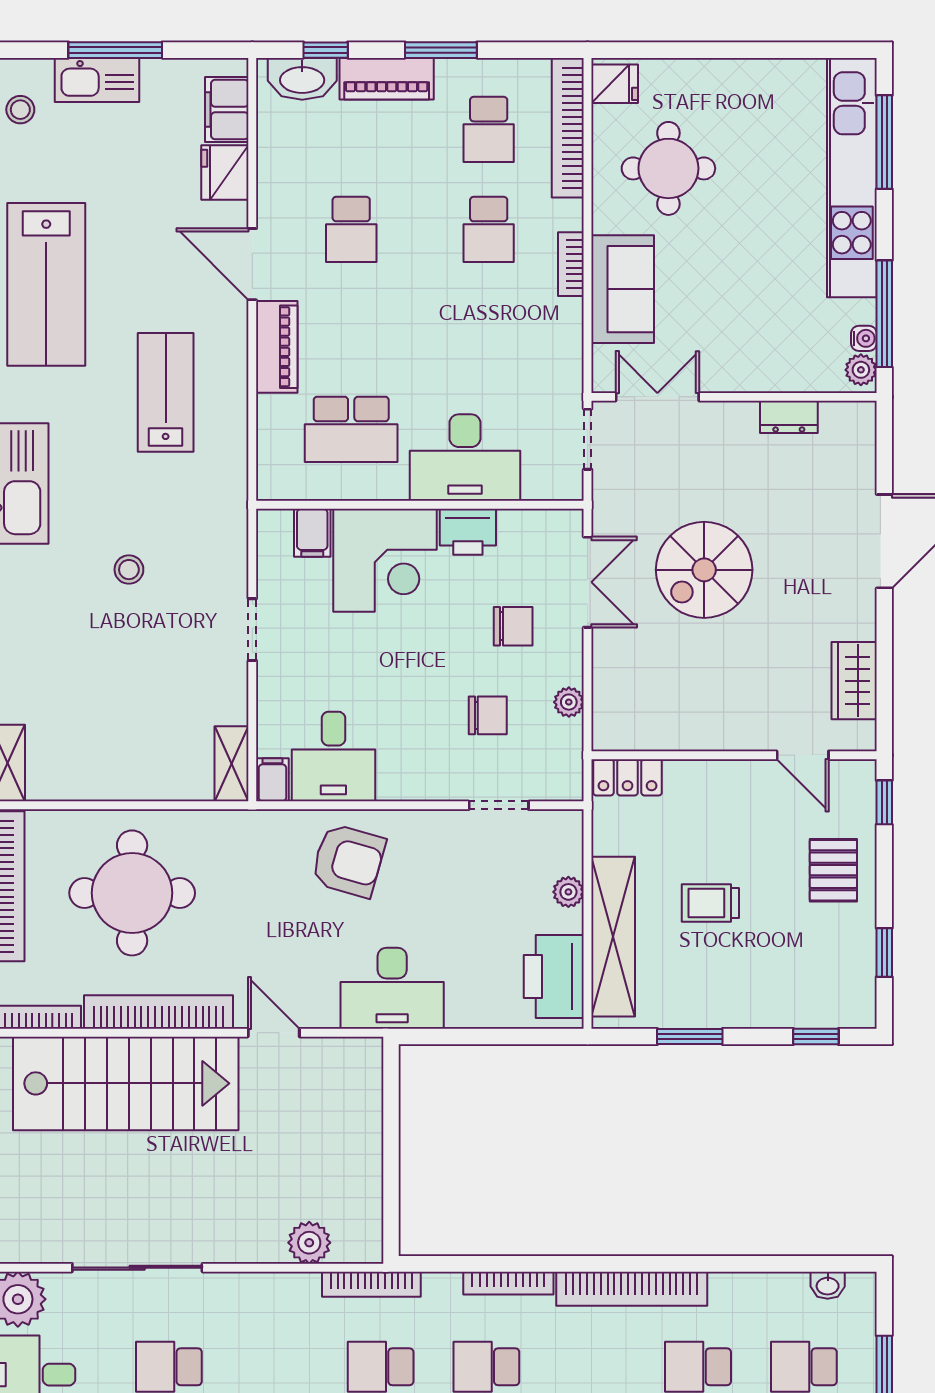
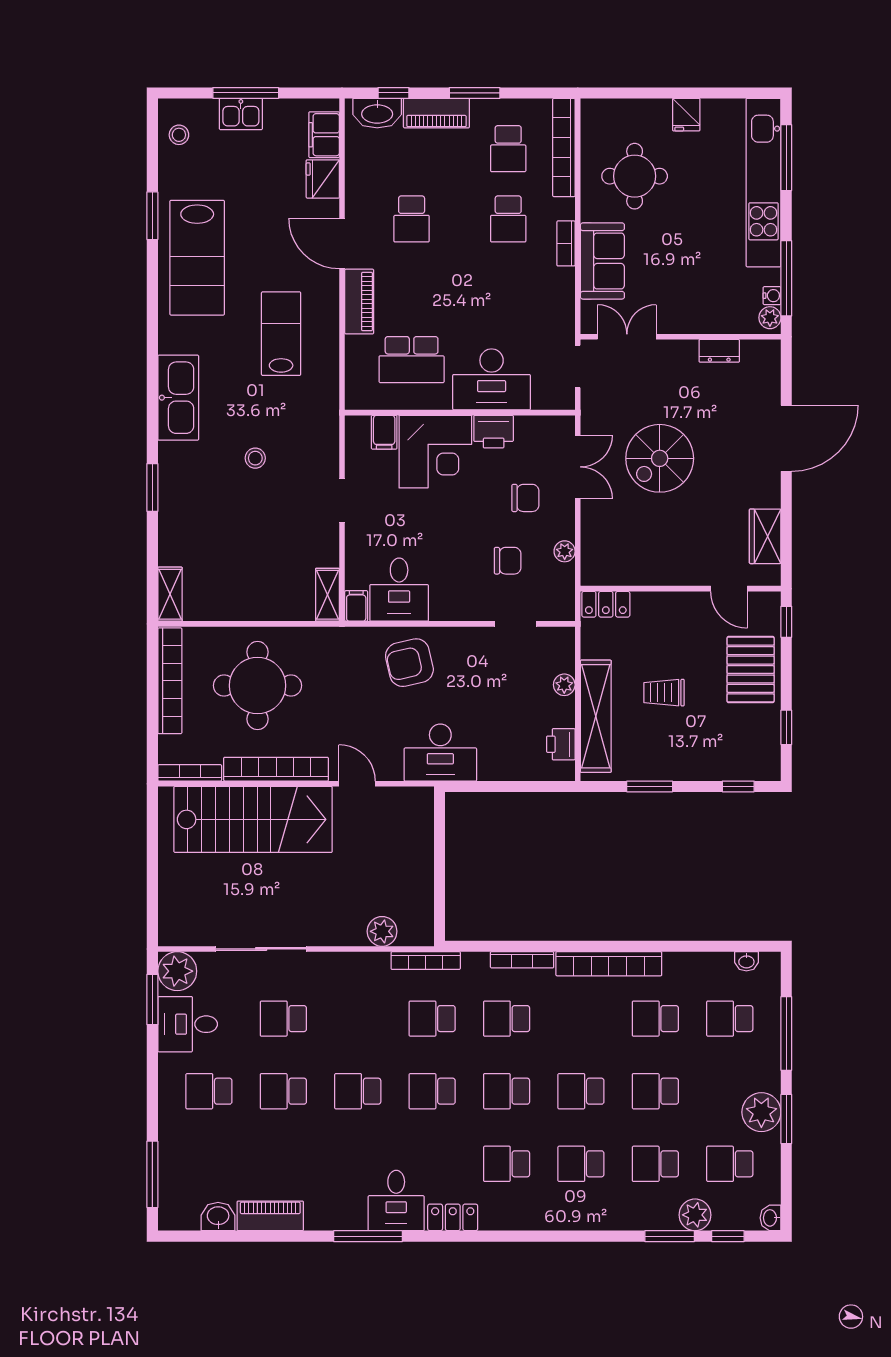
kitchen sink: (97, 80) -> (241, 114), width x0.73
fridge: (615, 84) -> (686, 115), moved, turned 90
armchair: (348, 860) -> (409, 663), turned 151
pallet: (833, 870) -> (751, 670), width x1.50, depth x1.42
printer: (554, 976) -> (561, 744), width x0.53, depth x0.68

